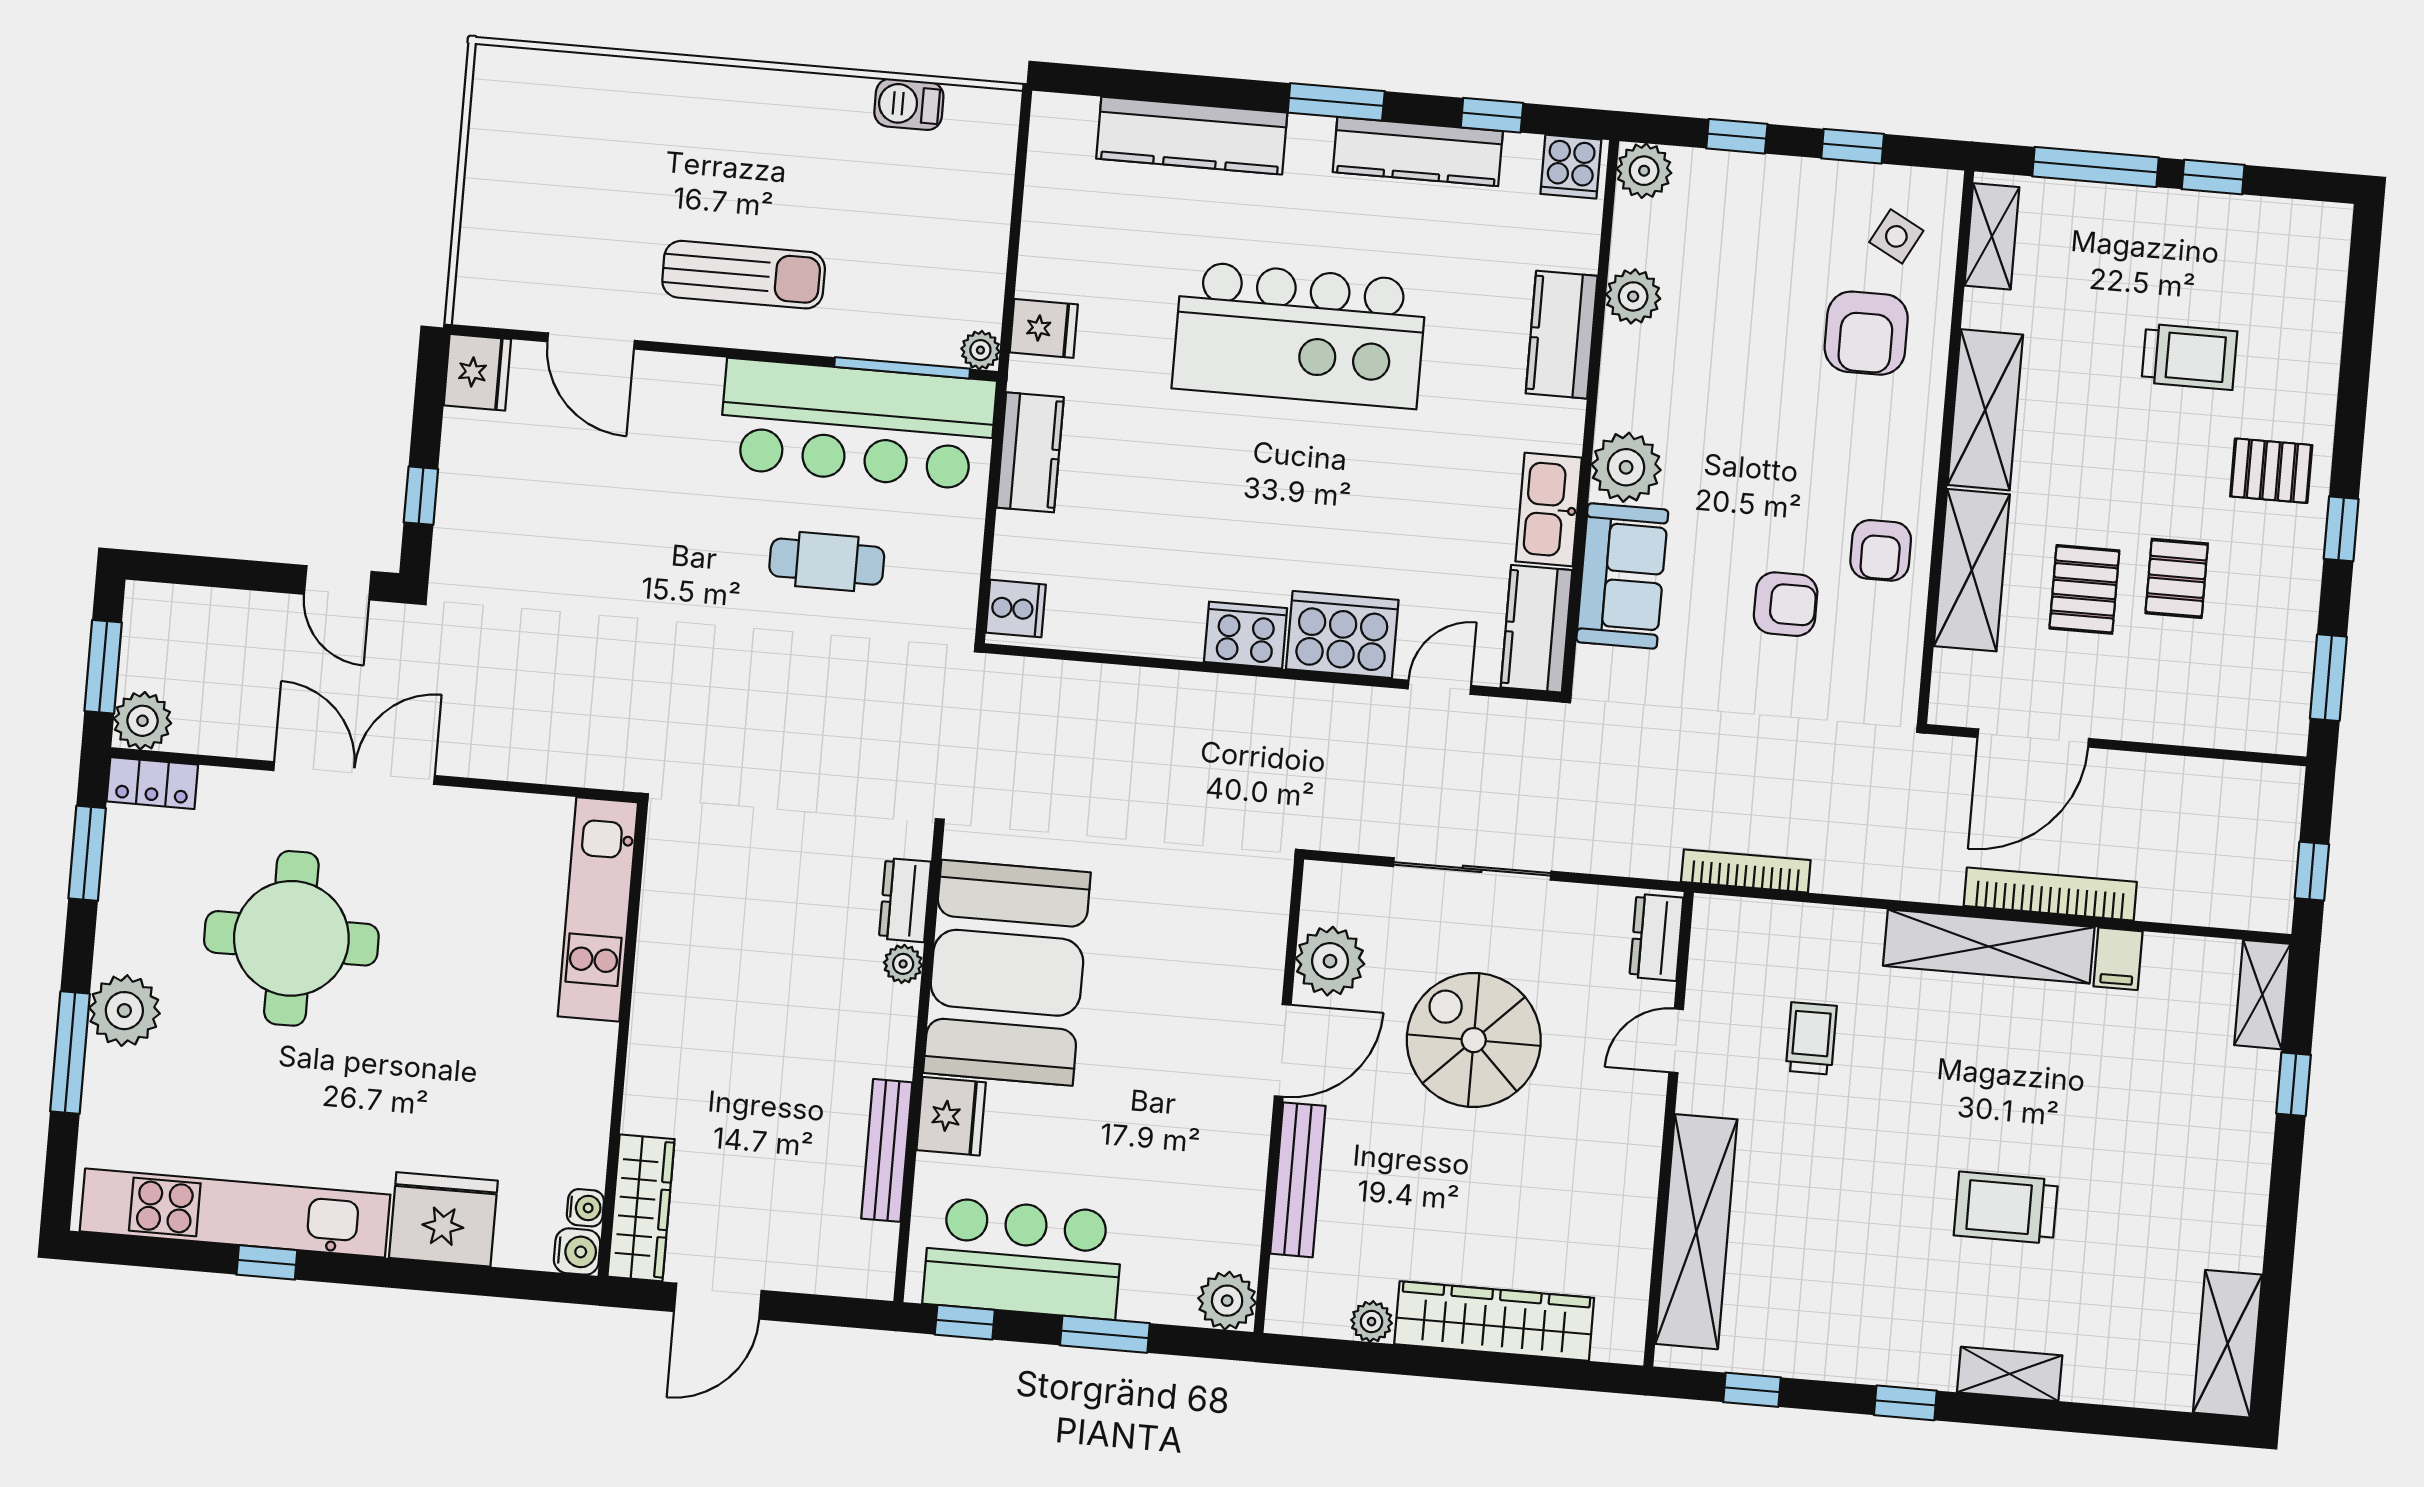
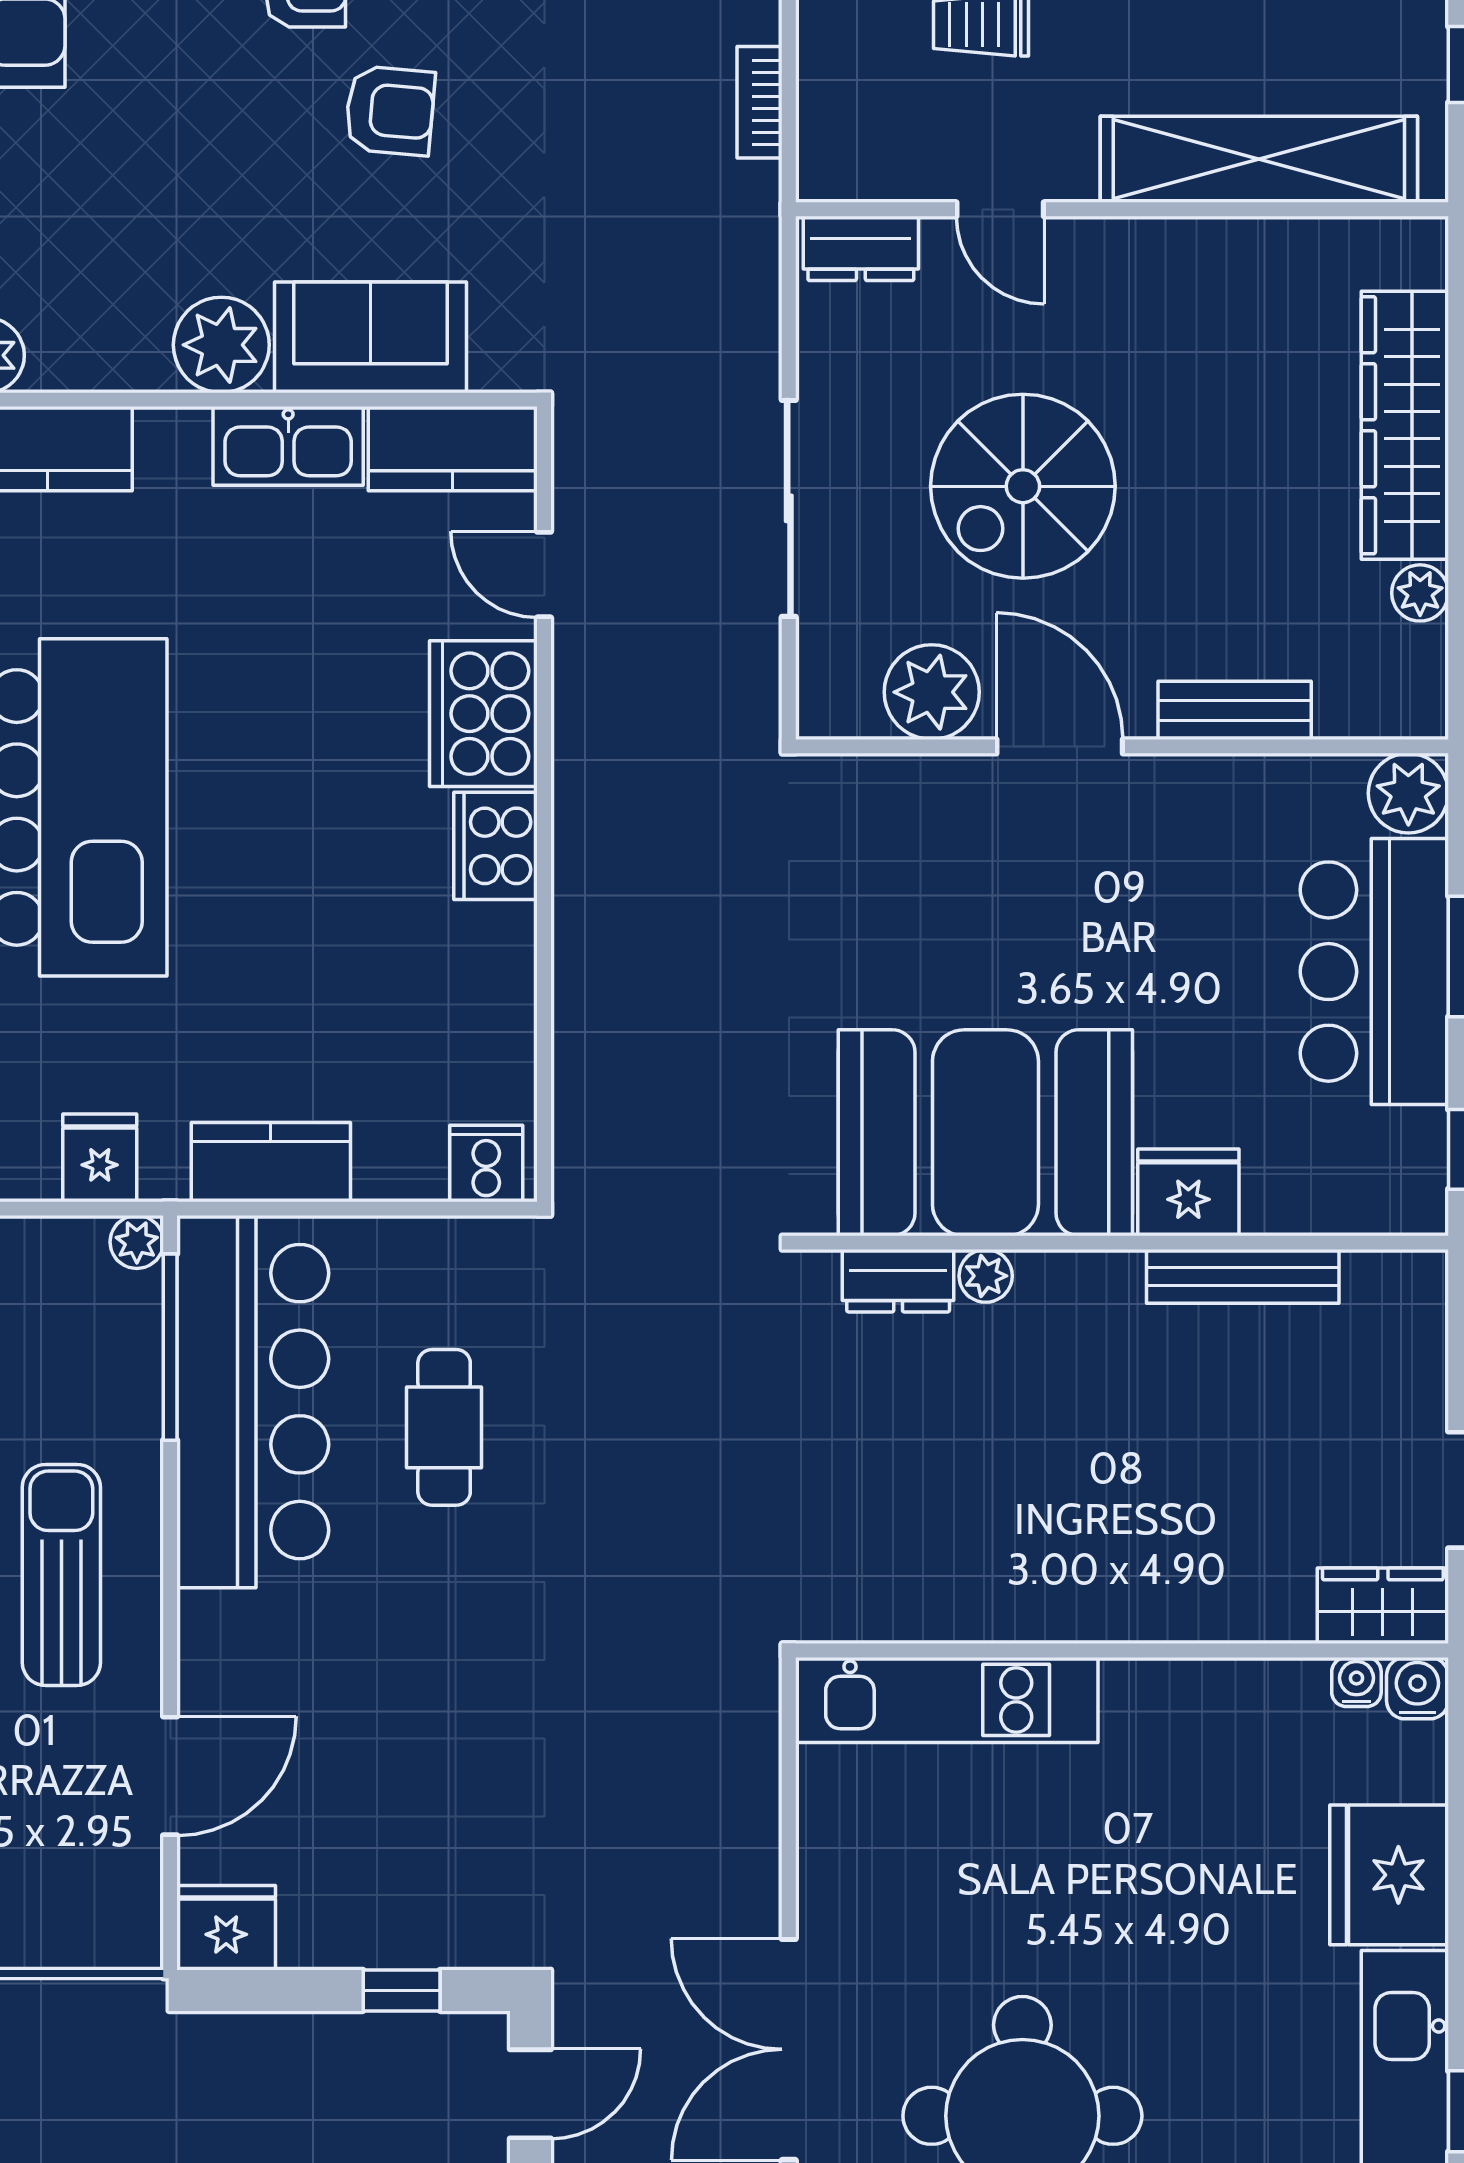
armchair: (1786, 604) -> (390, 111), turned 95
bookcase: (1746, 871) -> (760, 102), width x0.64
bench: (1298, 1180) -> (1235, 710), width x0.73
wardrobe: (641, 1208) -> (1383, 1606), width x0.67
bar counter: (1023, 1258) -> (1374, 972), moved

